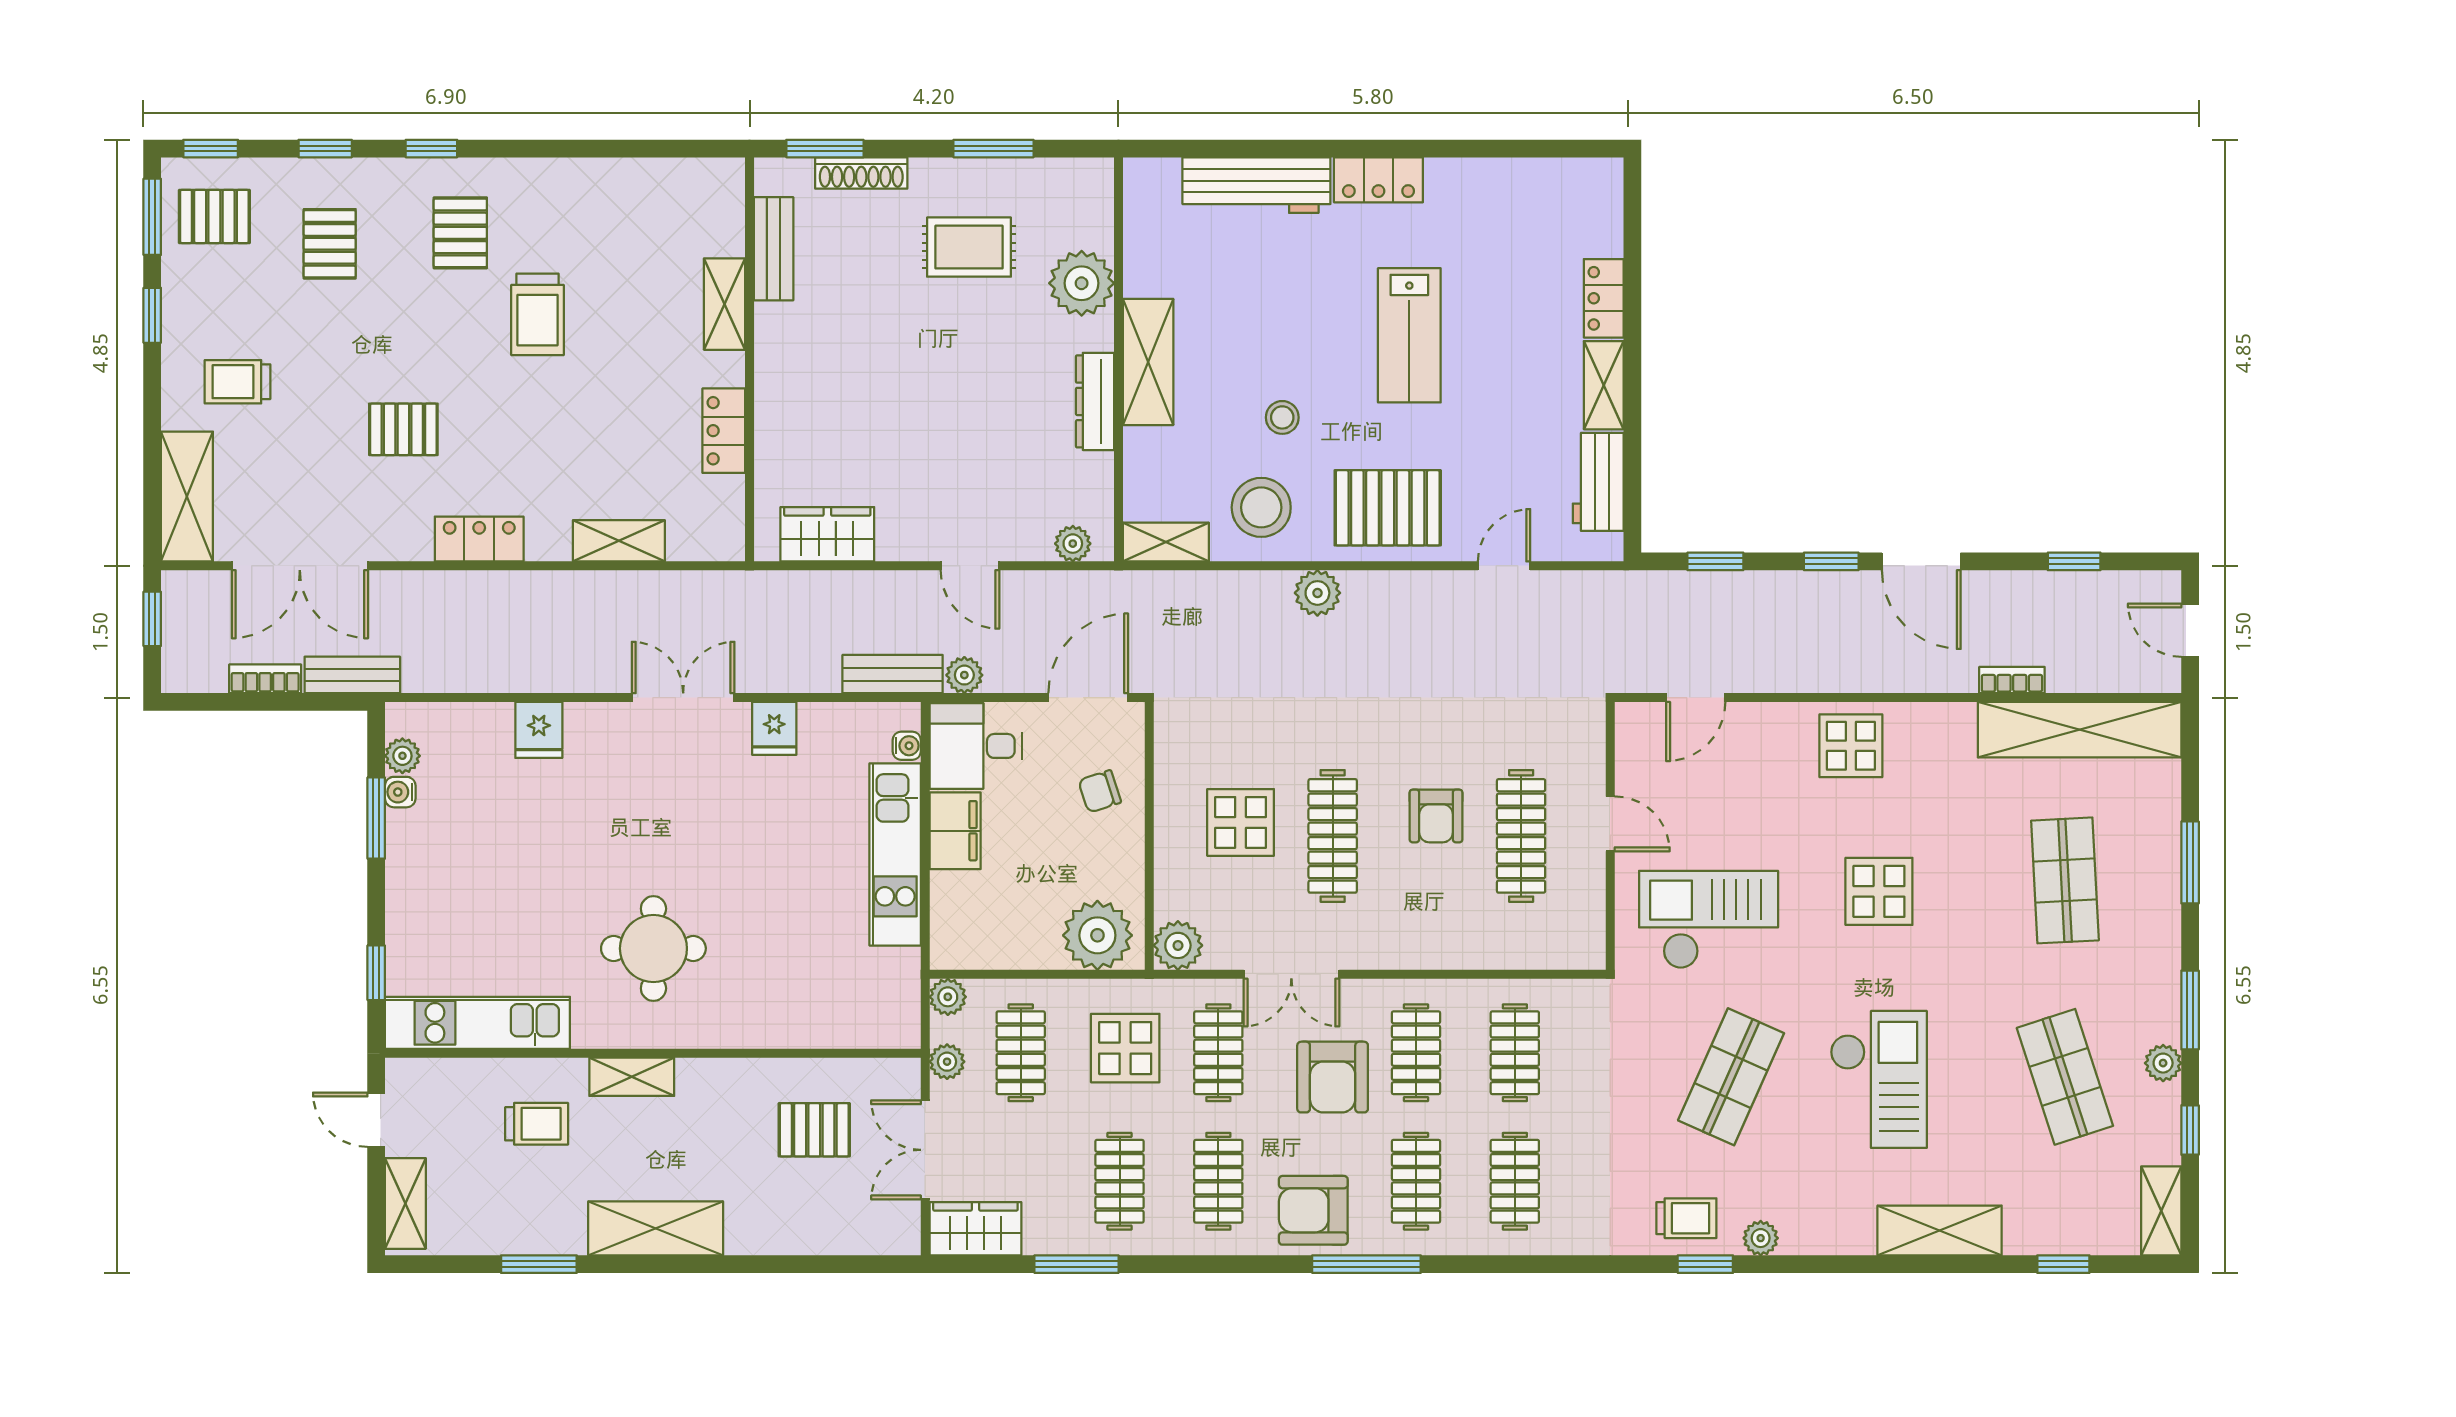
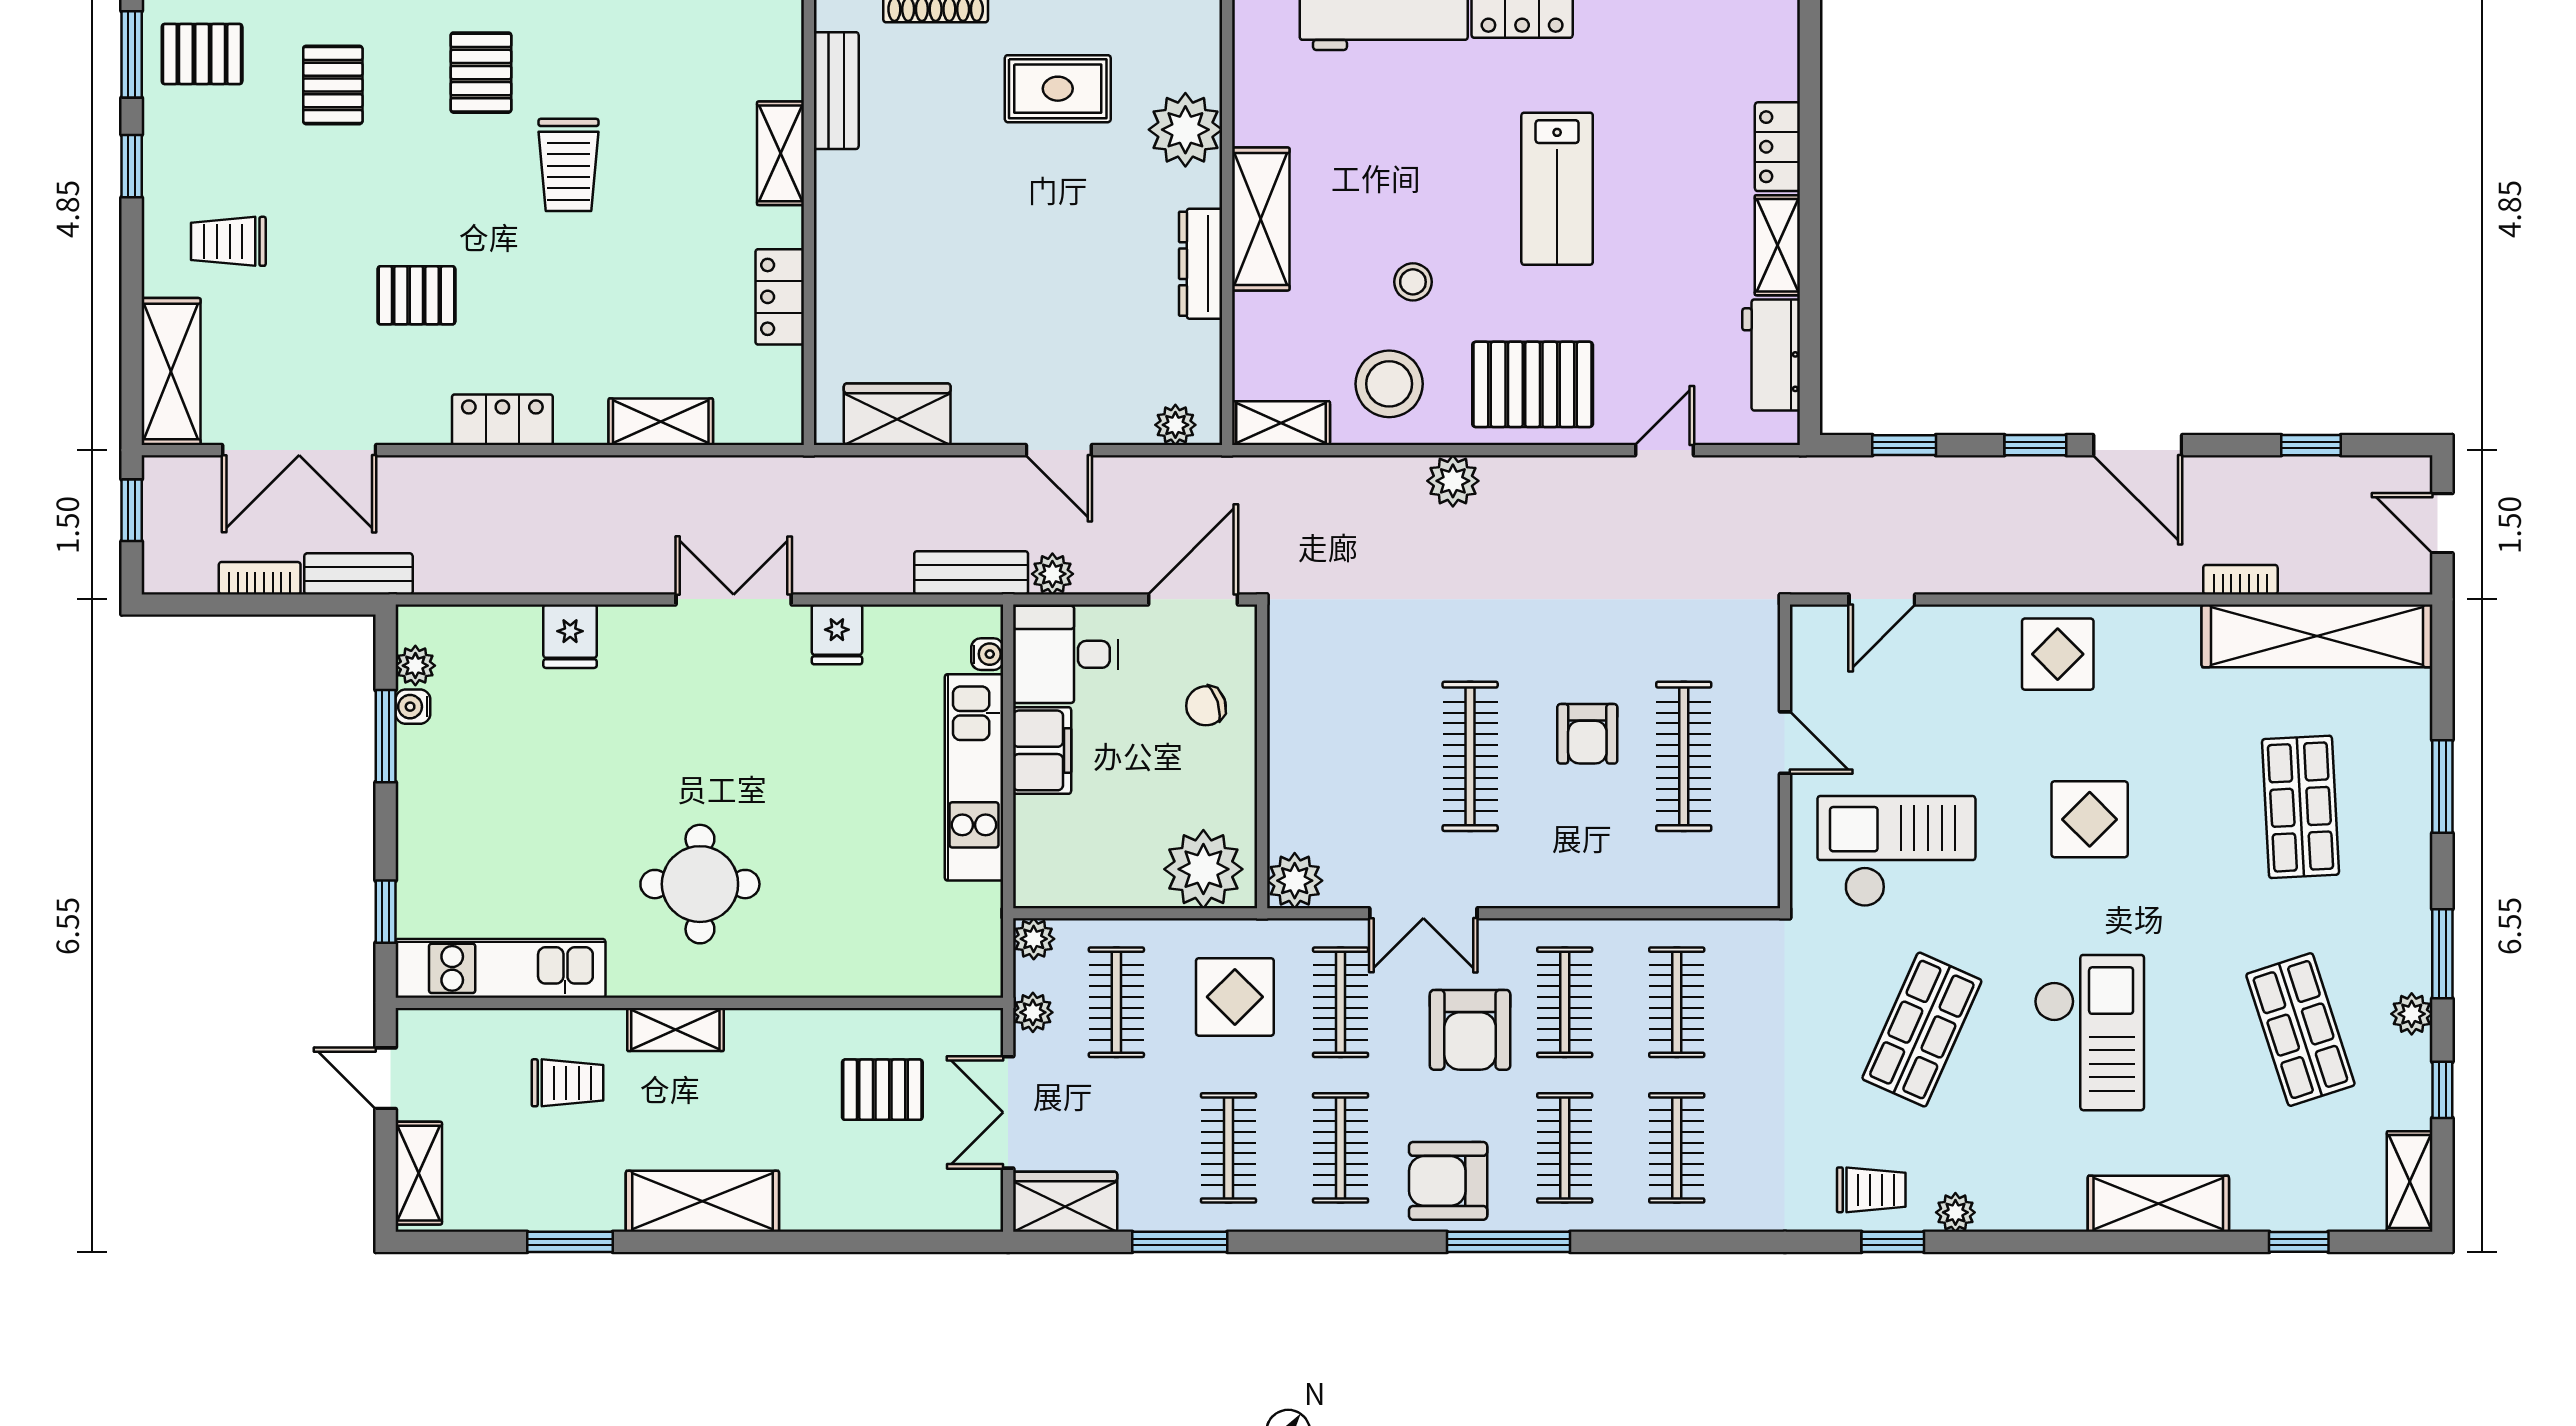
display table: (1241, 822) -> (1366, 741), removed

